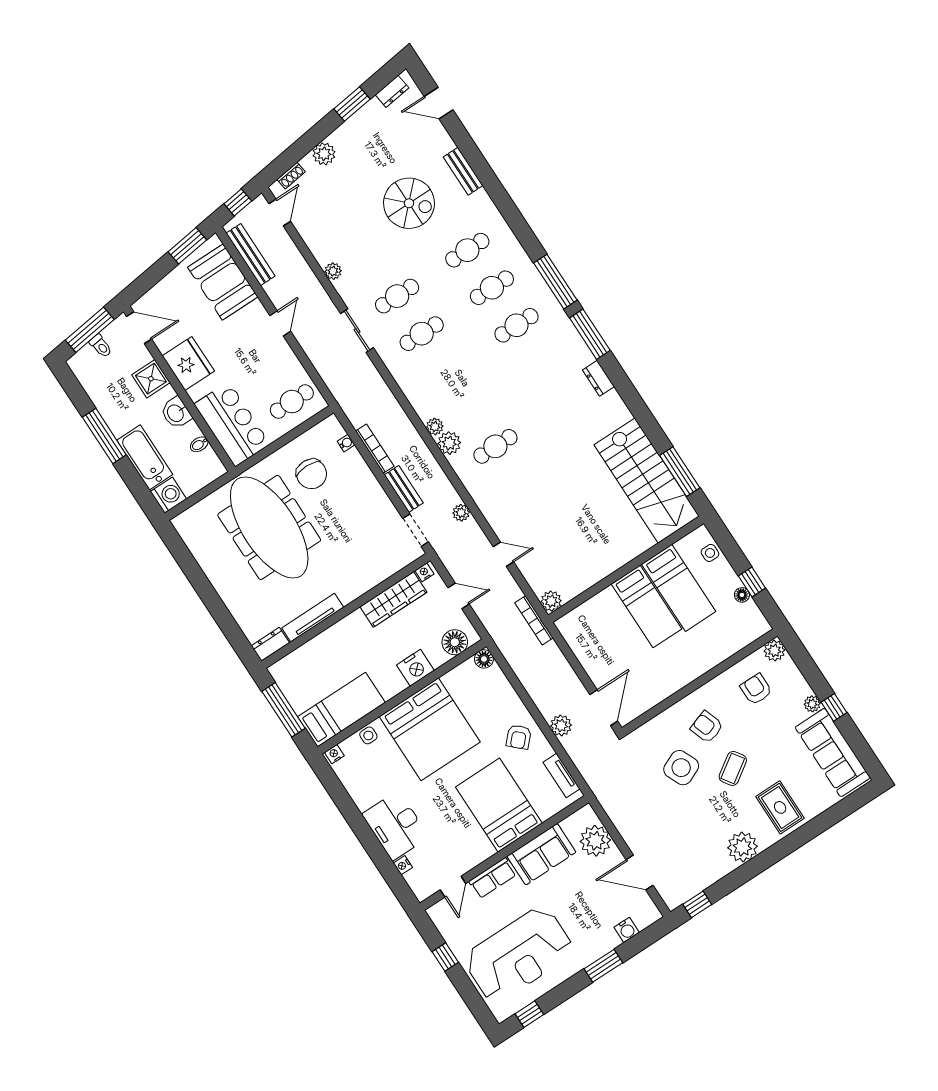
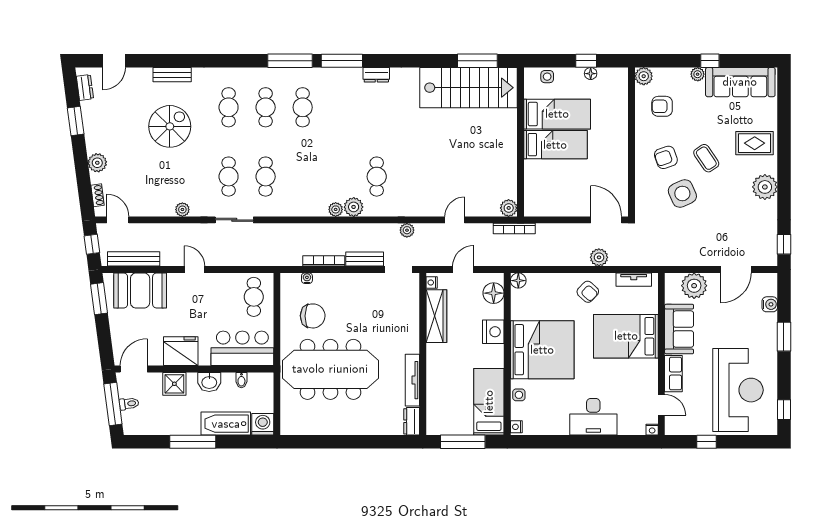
nightstand: (403, 865) -> (652, 430), moved

